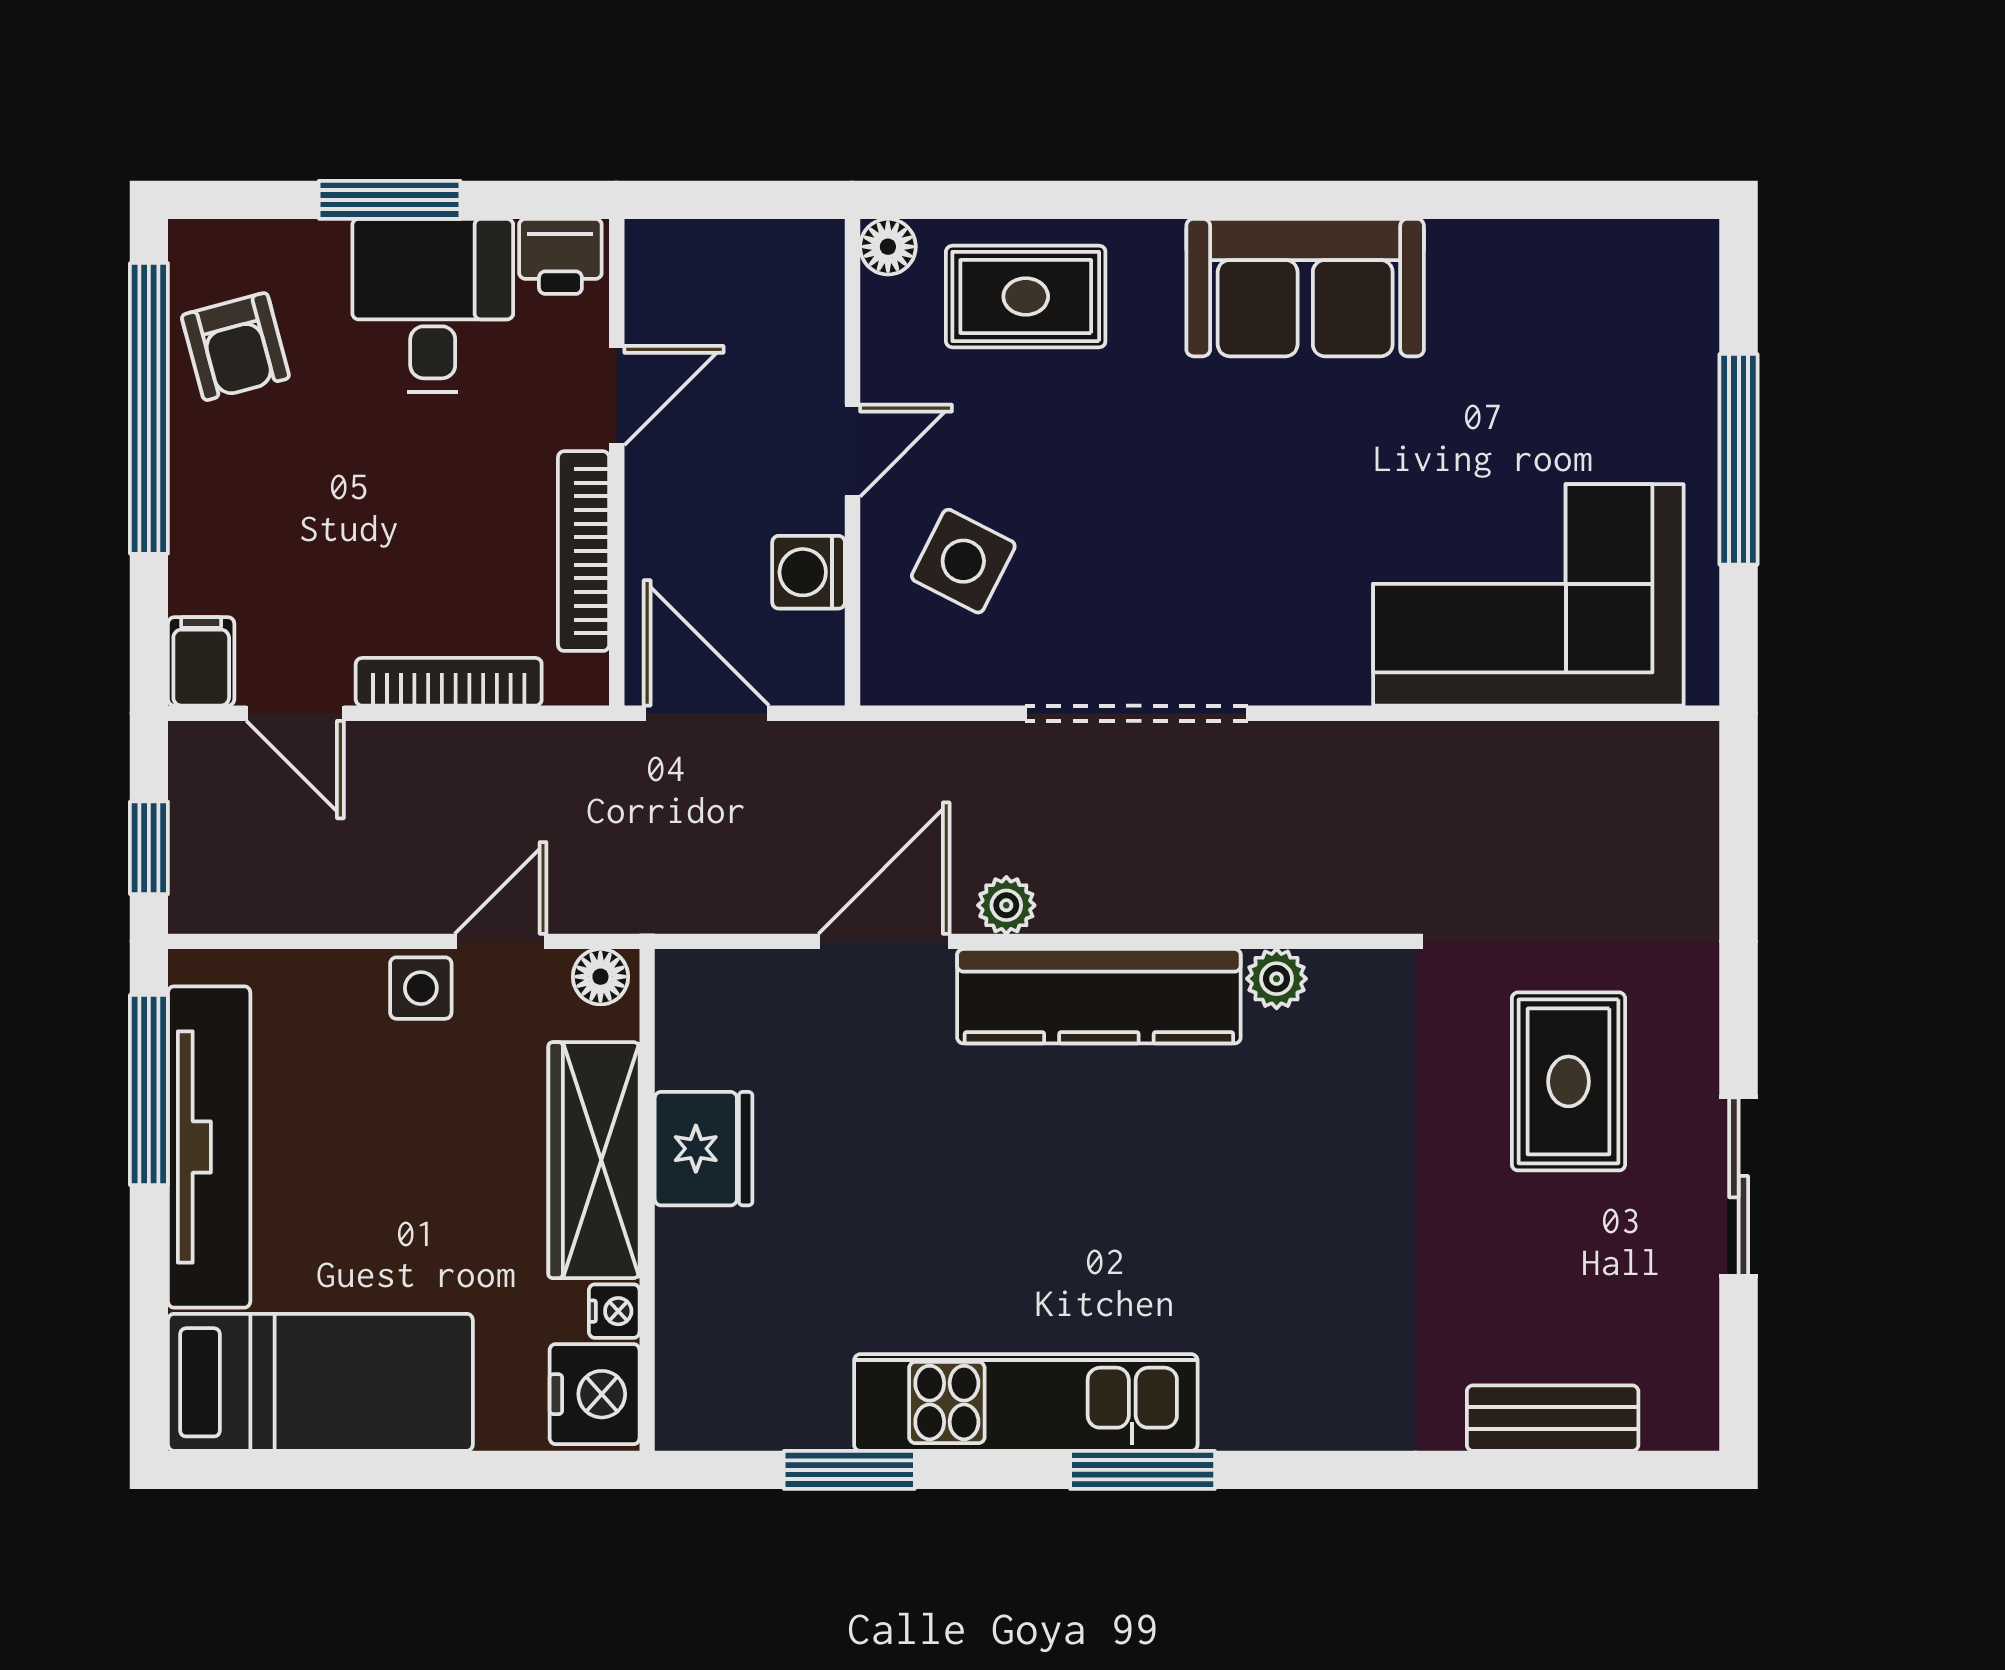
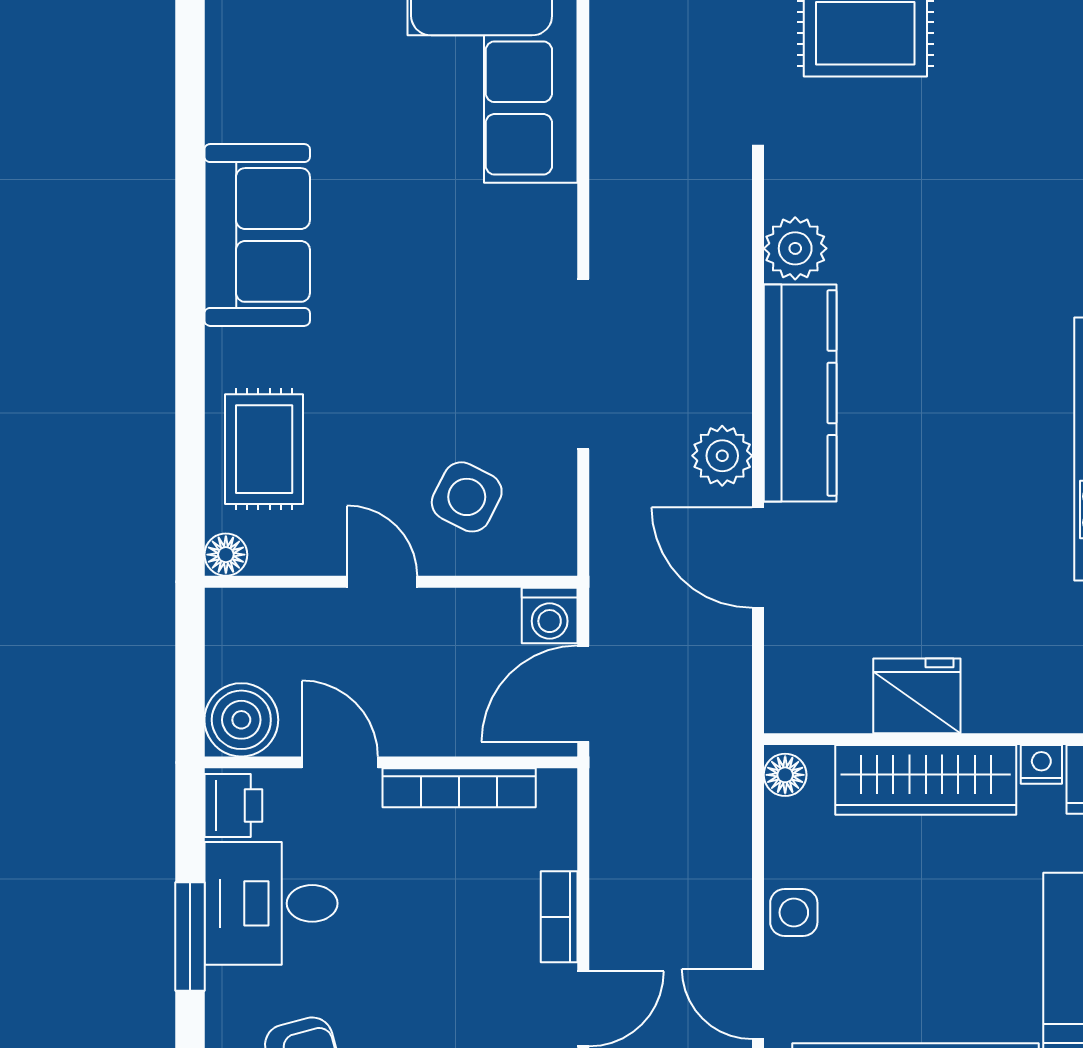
boiler: (672, 267) -> (241, 720), added
washing machine: (809, 572) -> (550, 615), moved
bookcase: (449, 682) -> (559, 917), width x0.64
plant: (1006, 905) -> (722, 456), width x1.38, depth x1.38
door: (501, 941) -> (758, 1004), moved
plant: (1277, 979) -> (795, 248), width x1.38, depth x1.38

